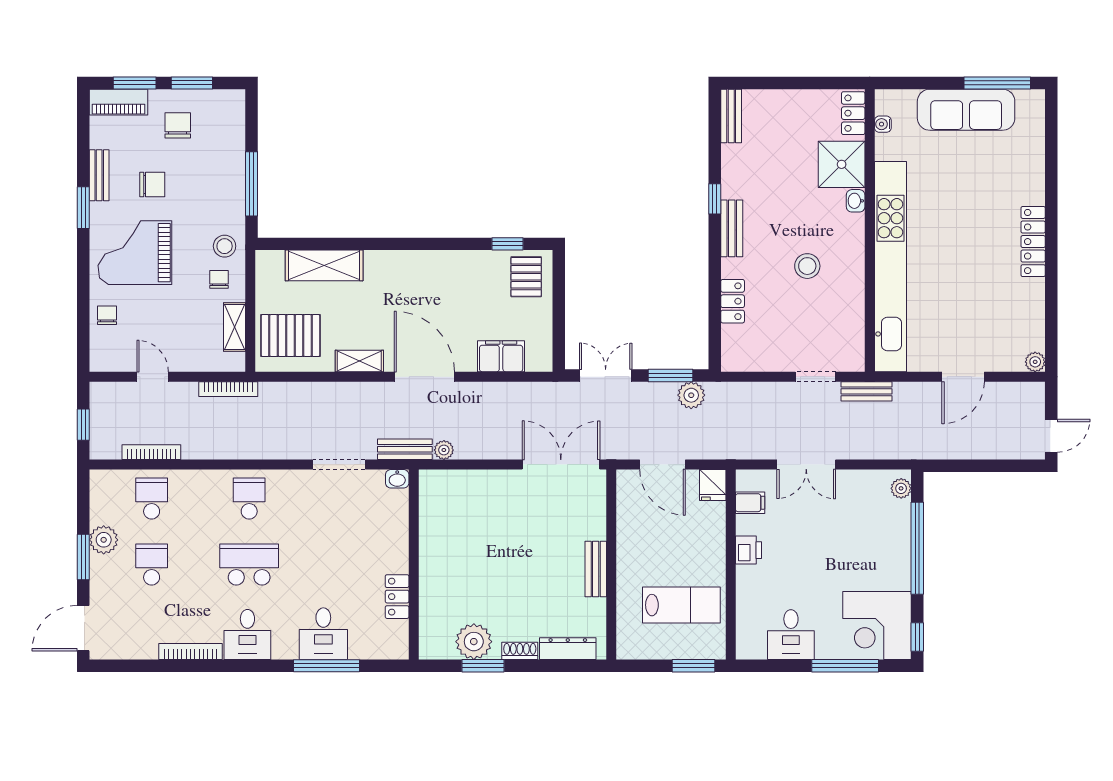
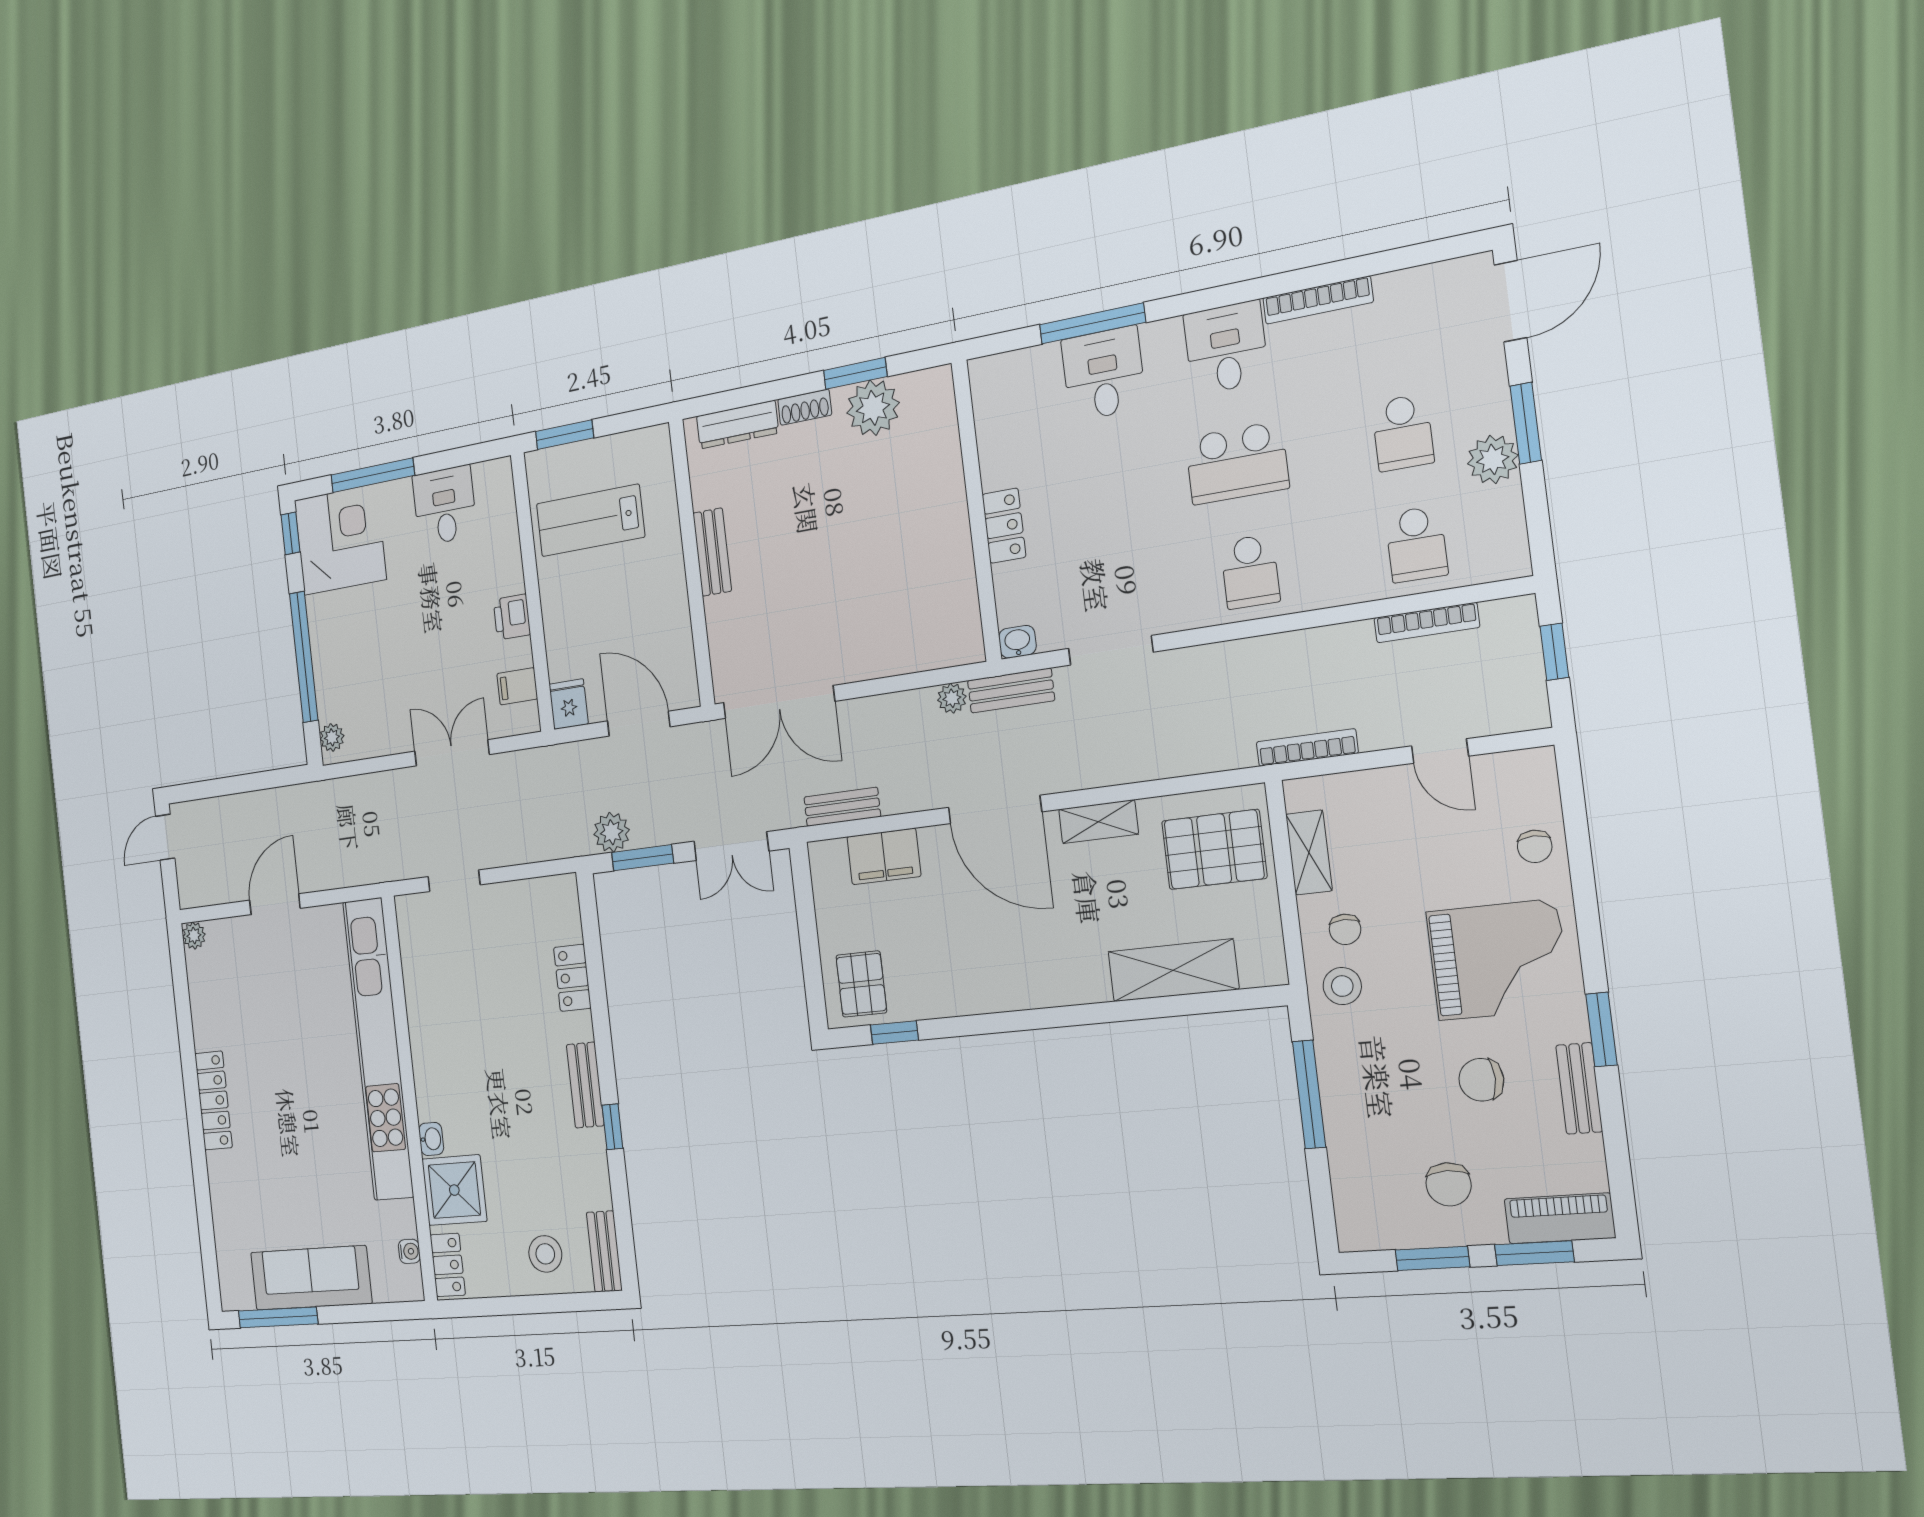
stool: (807, 266) -> (545, 1254), moved
bench: (867, 391) -> (842, 807), moved
locker: (397, 597) -> (1004, 526), moved

